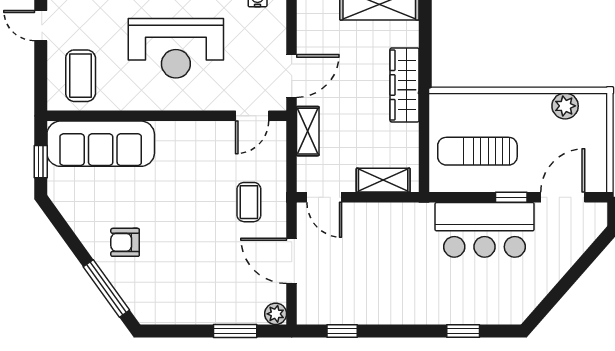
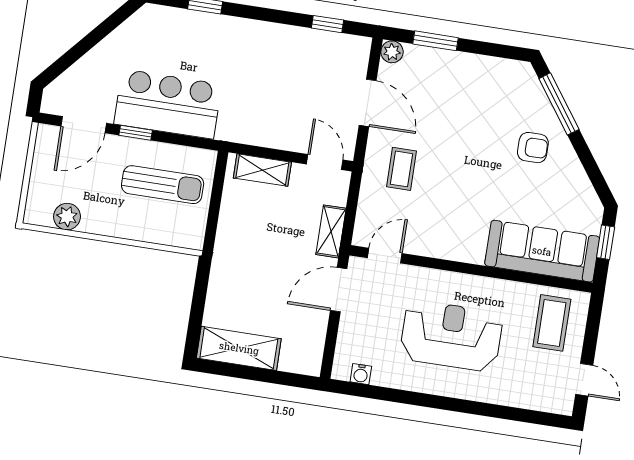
wardrobe: (405, 85) -> (226, 263), removed

